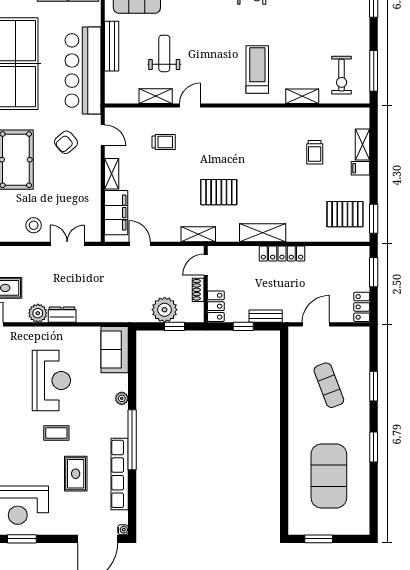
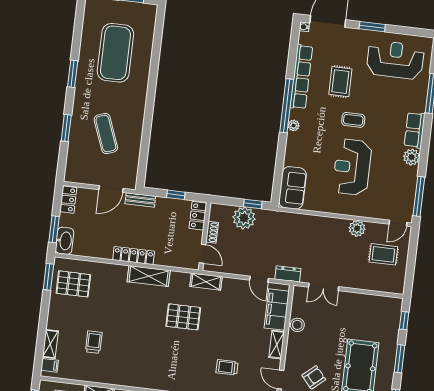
filing cabinet: (361, 168) -> (50, 365), moved
stool: (34, 225) -> (297, 325), moved
washbasin: (360, 261) -> (65, 241), added
door: (206, 265) -> (203, 254), hinge flipped
dresser: (62, 315) -> (288, 274), moved, turned 180
bench: (266, 316) -> (140, 200), moved
window: (174, 326) -> (253, 204), moved
plant: (122, 398) -> (294, 125), moved
window: (22, 539) -> (372, 27), moved

